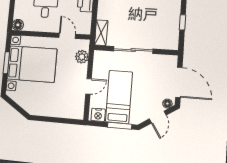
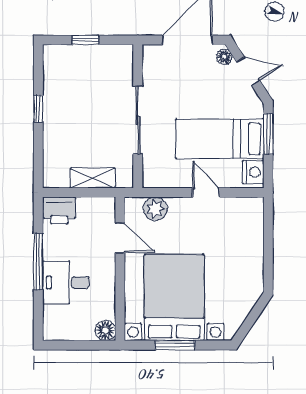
shelving: (101, 33) -> (93, 178), moved
door: (67, 36) -> (120, 238), swing flipped

